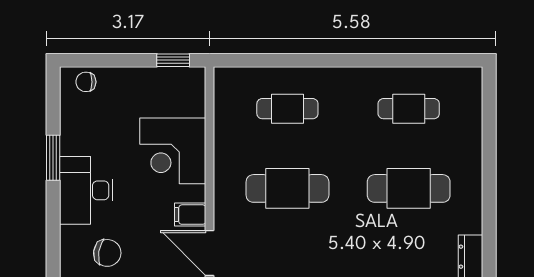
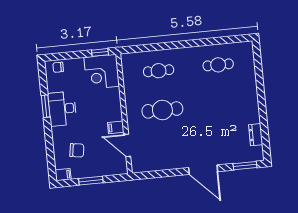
corner desk: (173, 151) -> (102, 72), moved
cafe table: (409, 188) -> (222, 104), removed
desk: (86, 190) -> (62, 109), moved

